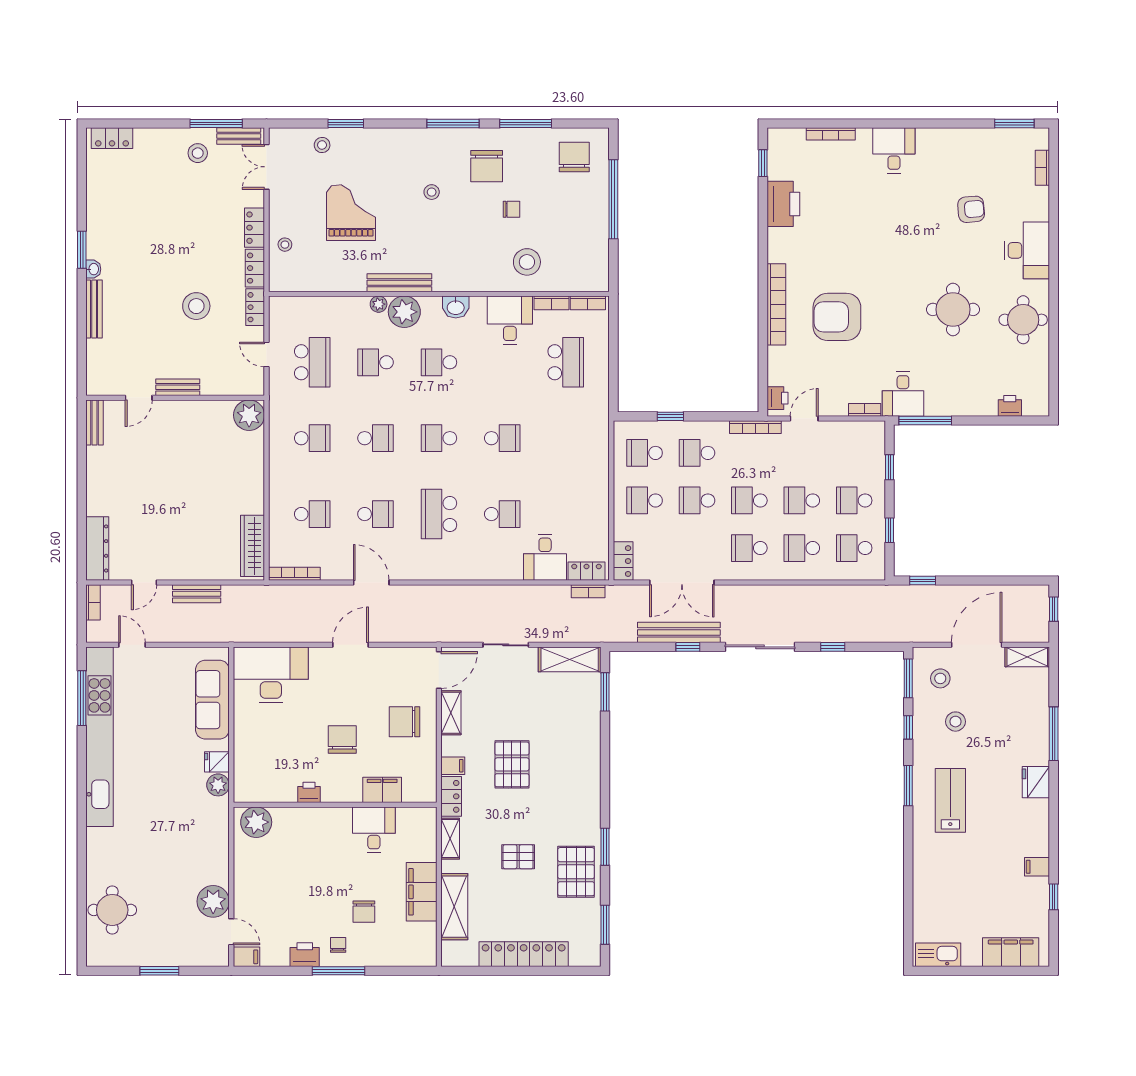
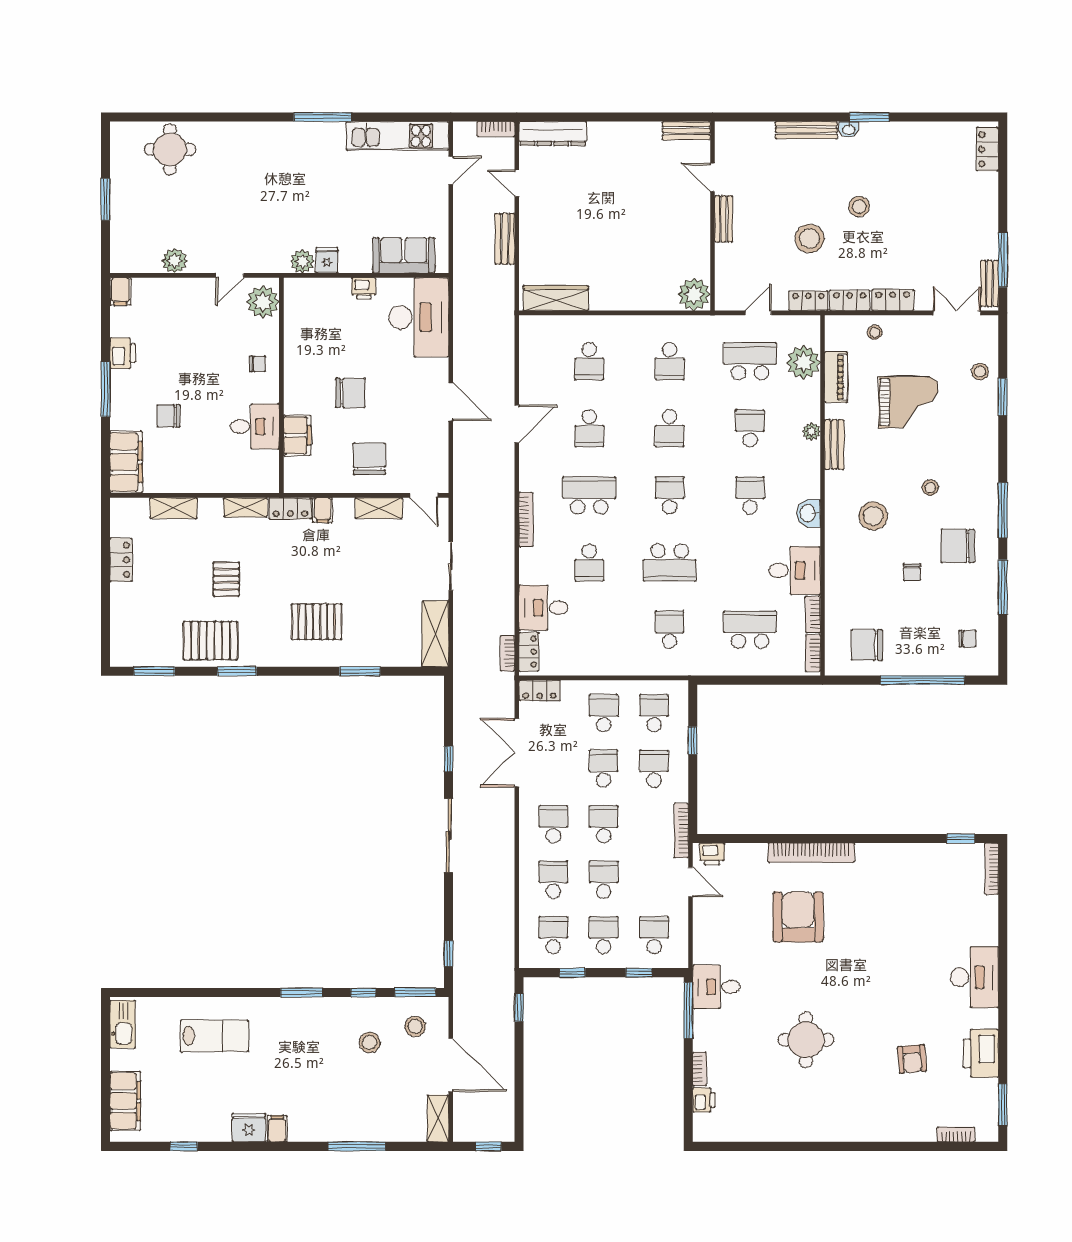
bookcase: (831, 134) -> (992, 869), moved
desk: (894, 150) -> (974, 977), width x1.37
stool: (198, 153) -> (859, 207), moved
chair: (574, 157) -> (967, 639), width x0.54, depth x0.54
printer: (783, 204) -> (981, 1053), moved, turned 90
desk: (1027, 250) -> (868, 1118), removed
chair: (580, 252) -> (867, 645), added
stool: (527, 262) -> (873, 516), moved
piano: (327, 281) -> (836, 377), added
bench: (399, 283) -> (834, 444), width x0.73
plant: (404, 312) -> (803, 362), moved
round table: (1023, 320) -> (795, 1114), removed
school desk: (312, 362) -> (750, 361), turned 180
school desk: (566, 362) -> (750, 630), turned 180
bookcase: (865, 410) -> (700, 1069), moved
school desk: (502, 438) -> (670, 562), width x1.85
school desk: (566, 438) -> (670, 630), added
school desk: (854, 453) -> (654, 935), added
bookcase: (294, 574) -> (526, 520), moved
bench: (679, 632) -> (464, 750), removed
window: (833, 647) -> (449, 954), moved
door: (439, 670) -> (424, 495), width x0.73
window: (605, 692) -> (360, 671), moved
window: (82, 698) -> (323, 117), moved
sofa: (212, 700) -> (404, 255), width x0.73
kitchen unit: (100, 737) -> (397, 136), width x0.54
pallet: (512, 764) -> (317, 622), moved
fridge: (1036, 782) -> (249, 1128), moved
printer: (309, 792) -> (364, 288), moved, turned 90
lab bench: (950, 800) -> (214, 1036), moved
filing cabinet: (1037, 867) -> (277, 1129), moved
filing cabinet: (422, 892) -> (126, 462), moved, turned 90
plant: (213, 901) -> (175, 261), width x0.73, depth x0.73
shelving: (454, 907) -> (173, 508), width x0.67, depth x0.75
door: (231, 932) -> (230, 275), moved
chair: (338, 945) -> (258, 364), moved
locker: (524, 954) -> (121, 560), width x0.46, depth x0.83

